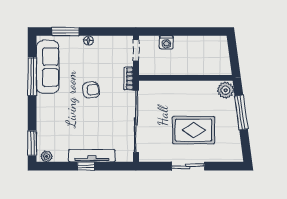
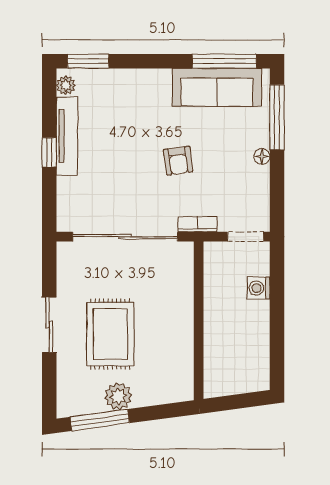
window: (65, 32) -> (277, 117), width x1.44
window: (32, 77) -> (224, 61), moved
plant: (226, 90) -> (118, 396), moved
window: (241, 113) -> (100, 420), moved
tv unit: (92, 156) -> (67, 136), moved

